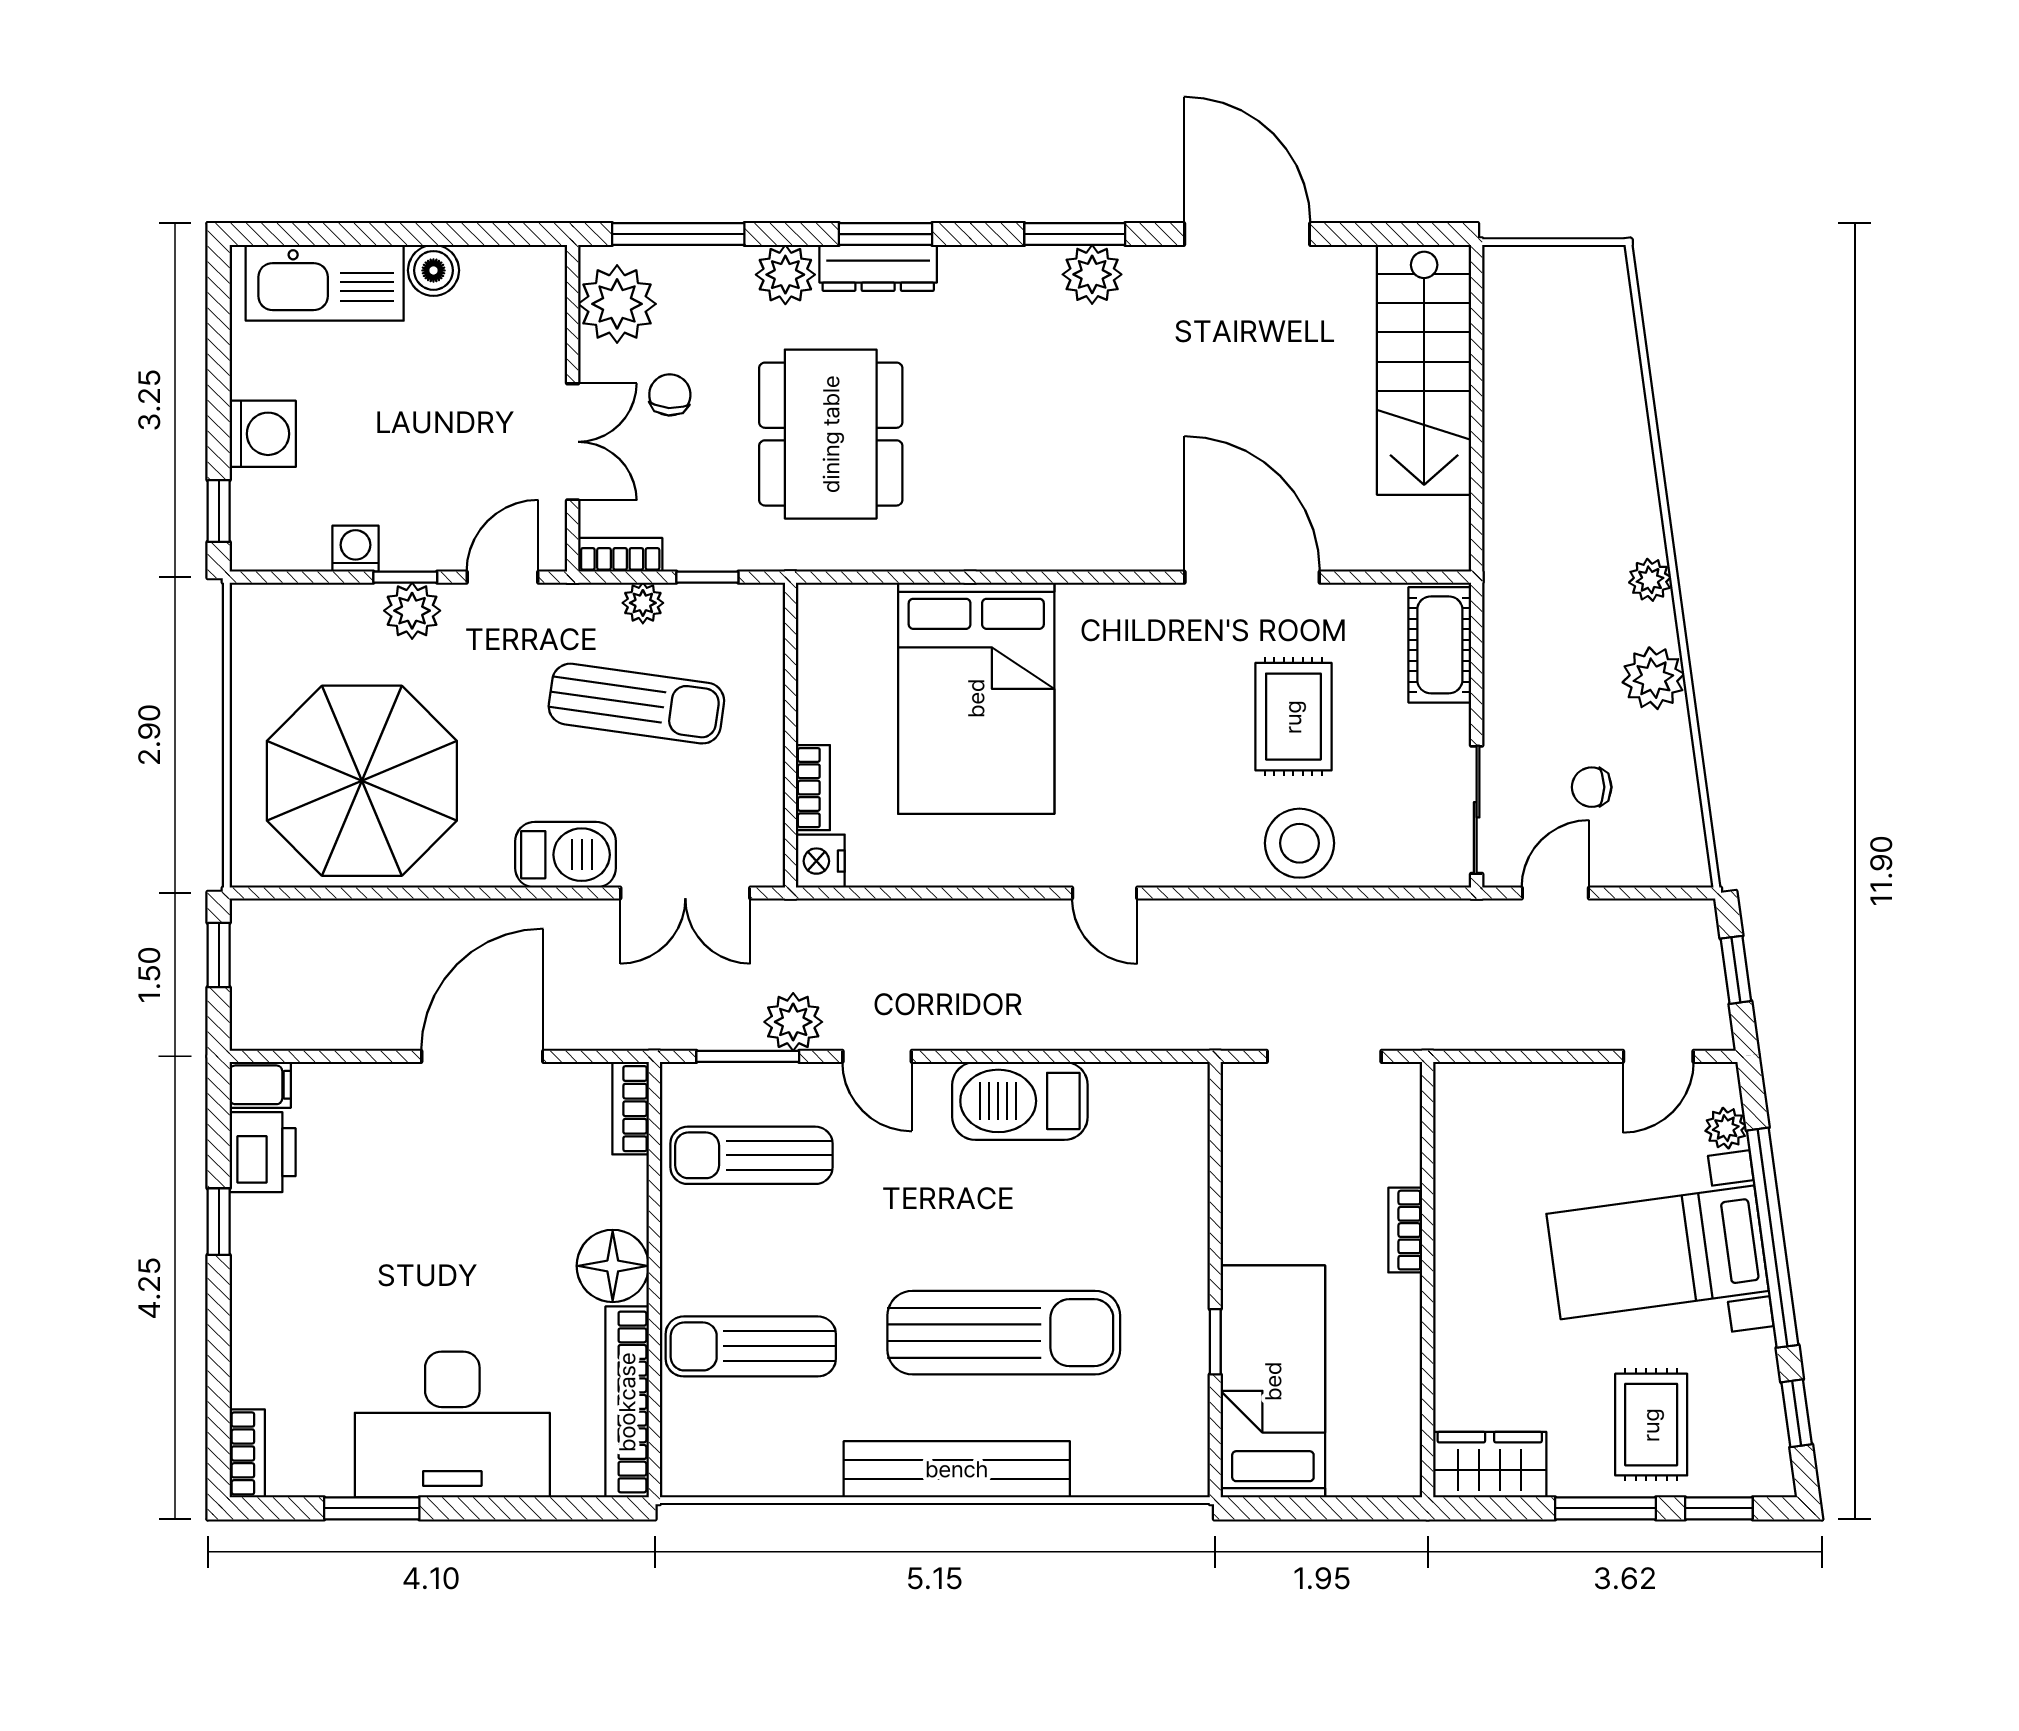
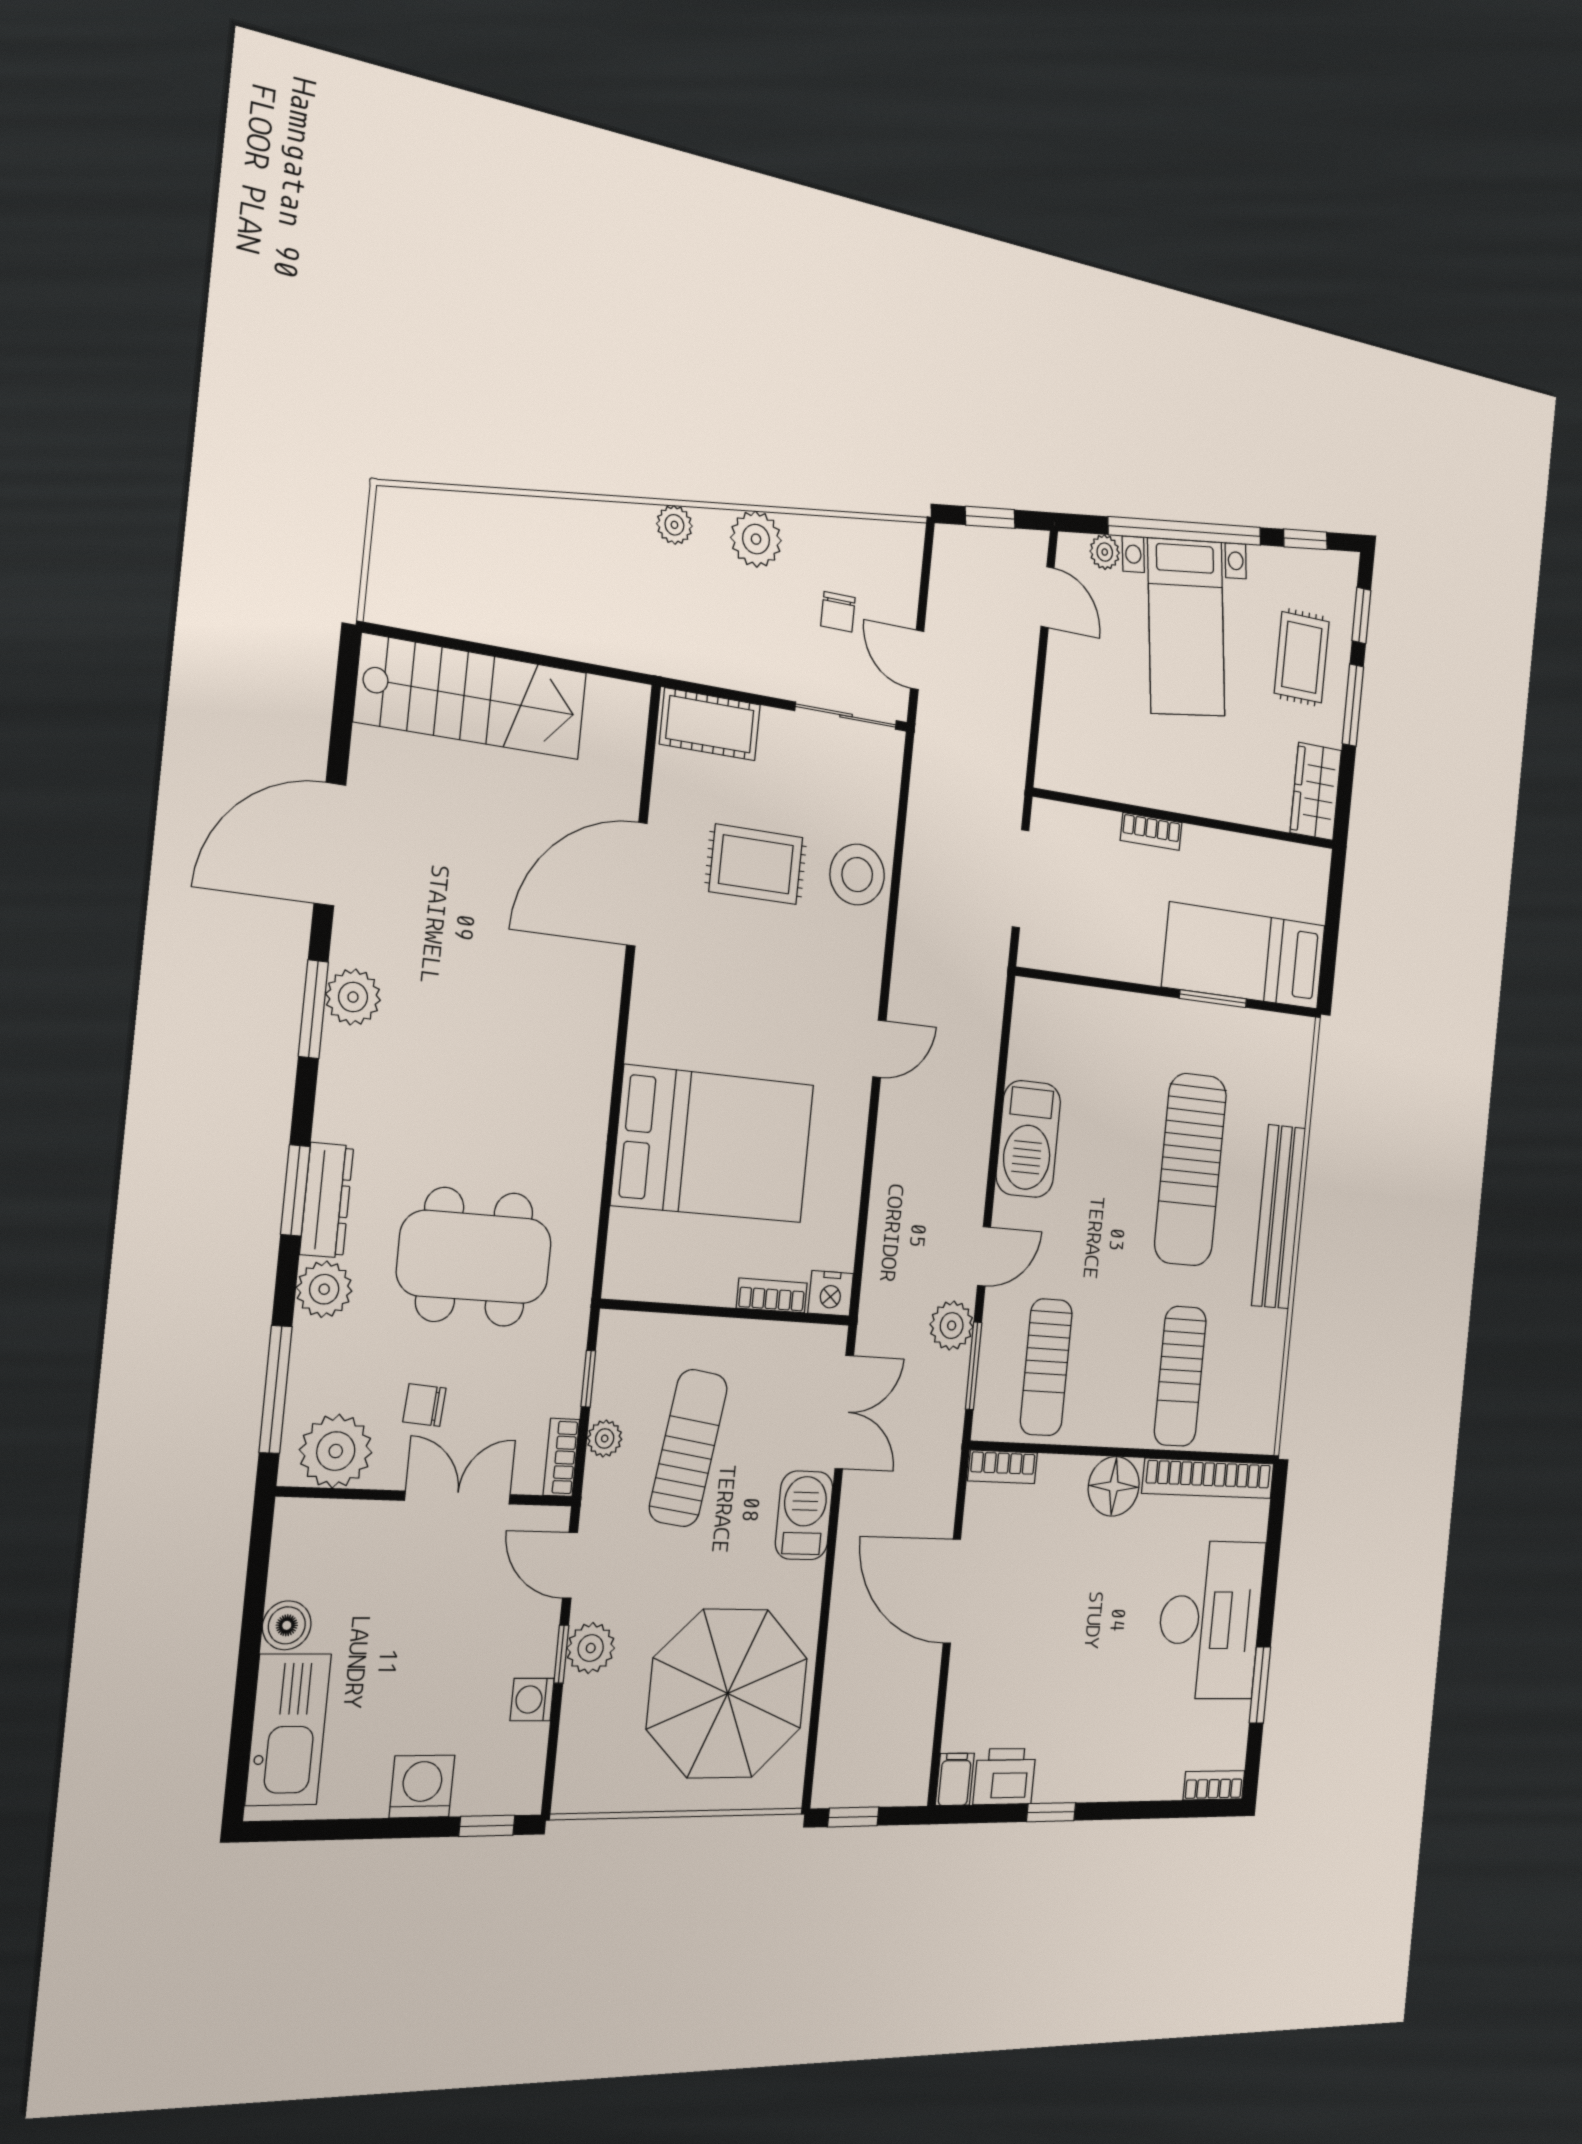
sun lounger: (1004, 1333) -> (1191, 1170), turned 180
window: (1215, 1342) -> (1213, 999), width x1.50
rug: (1651, 1425) -> (1302, 657), turned 90

